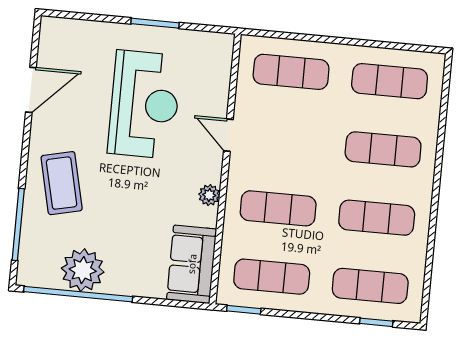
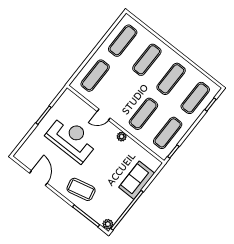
sofa: (192, 264) -> (137, 180), moved, turned 90
plant: (83, 270) -> (108, 224), moved, width x0.53, depth x0.53

